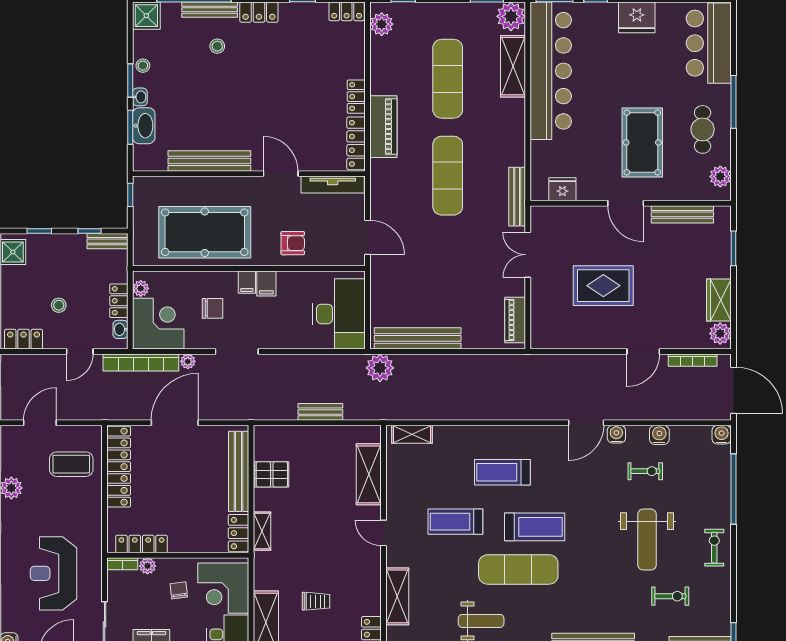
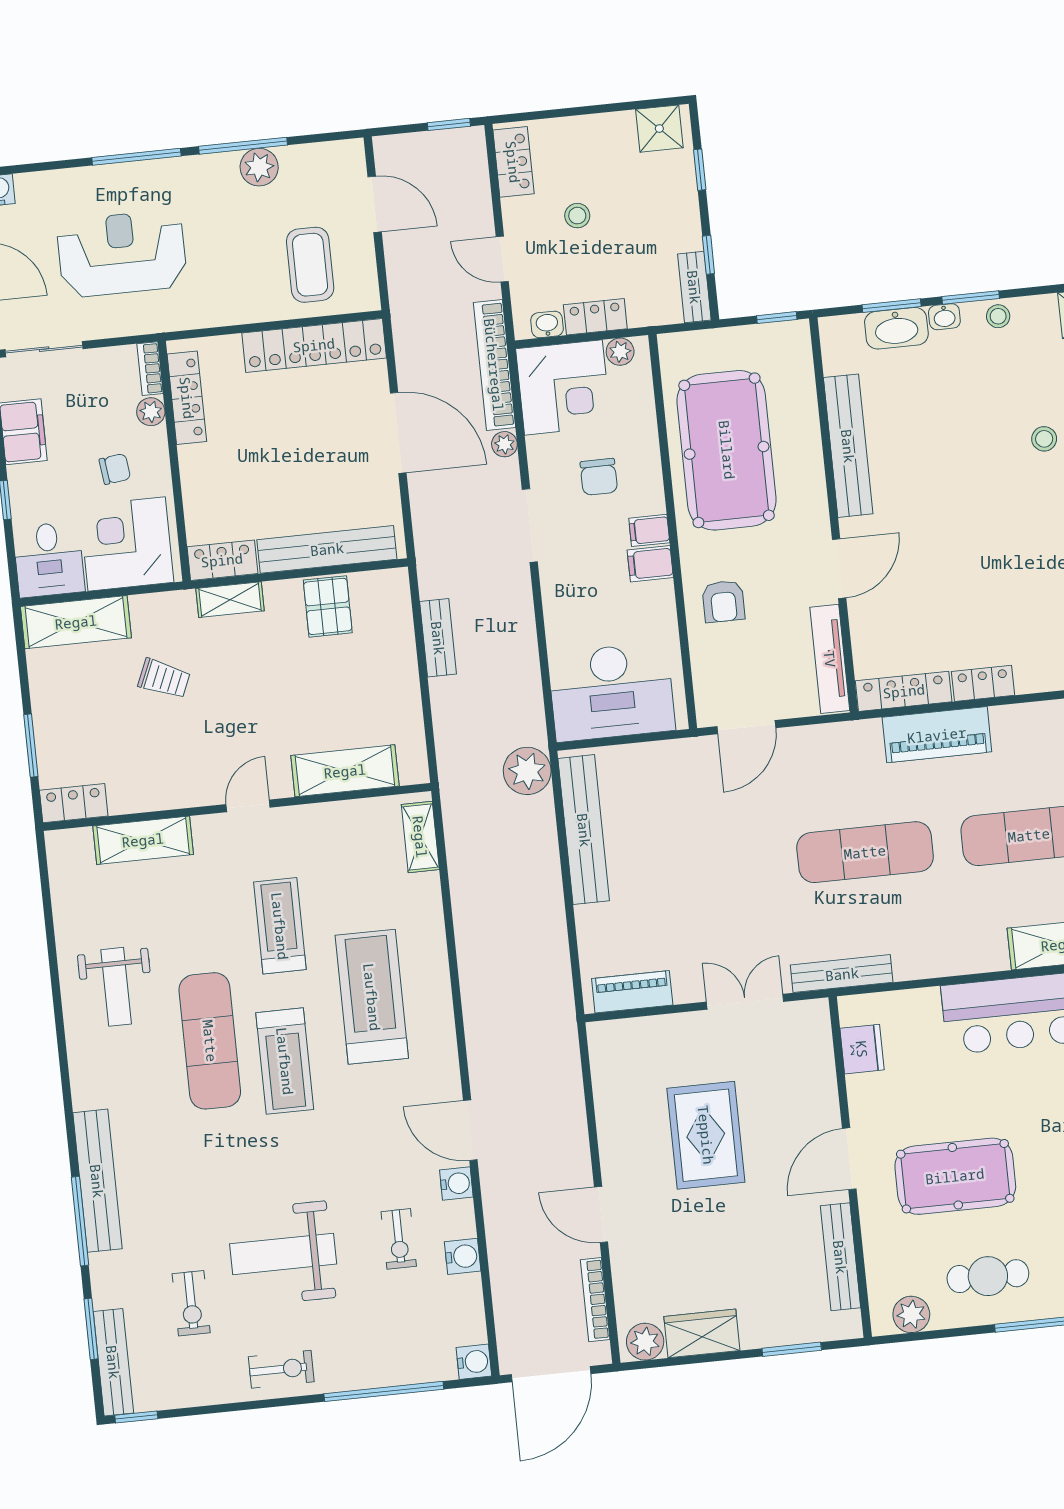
bench: (320, 412) -> (438, 638), moved
treadmill: (502, 472) -> (372, 997), width x1.37, depth x1.38
trolley: (316, 601) -> (164, 679), moved, turned -67

